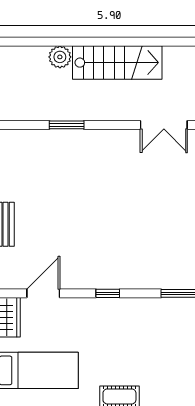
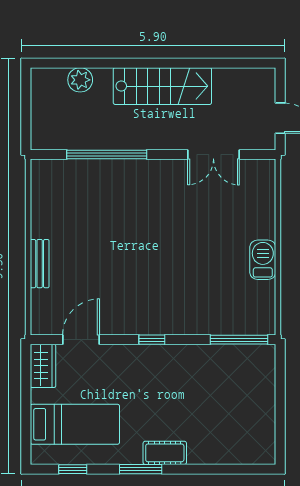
plant: (60, 57) -> (80, 80), moved
window: (67, 125) -> (107, 155), width x2.11

